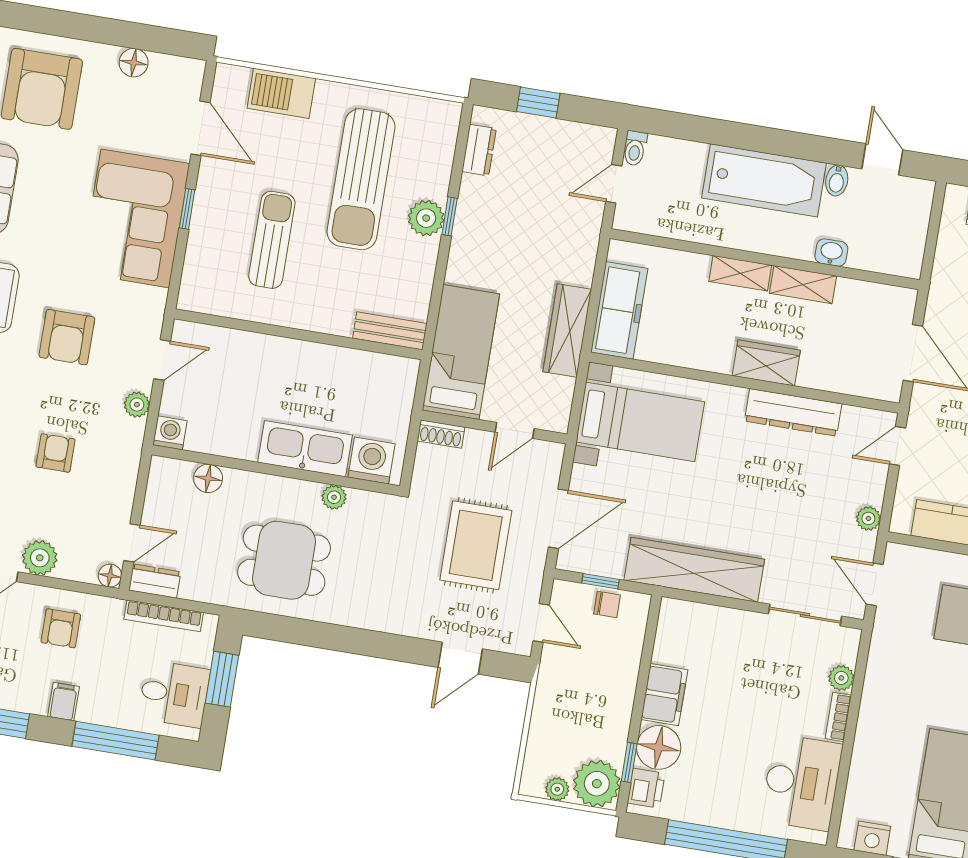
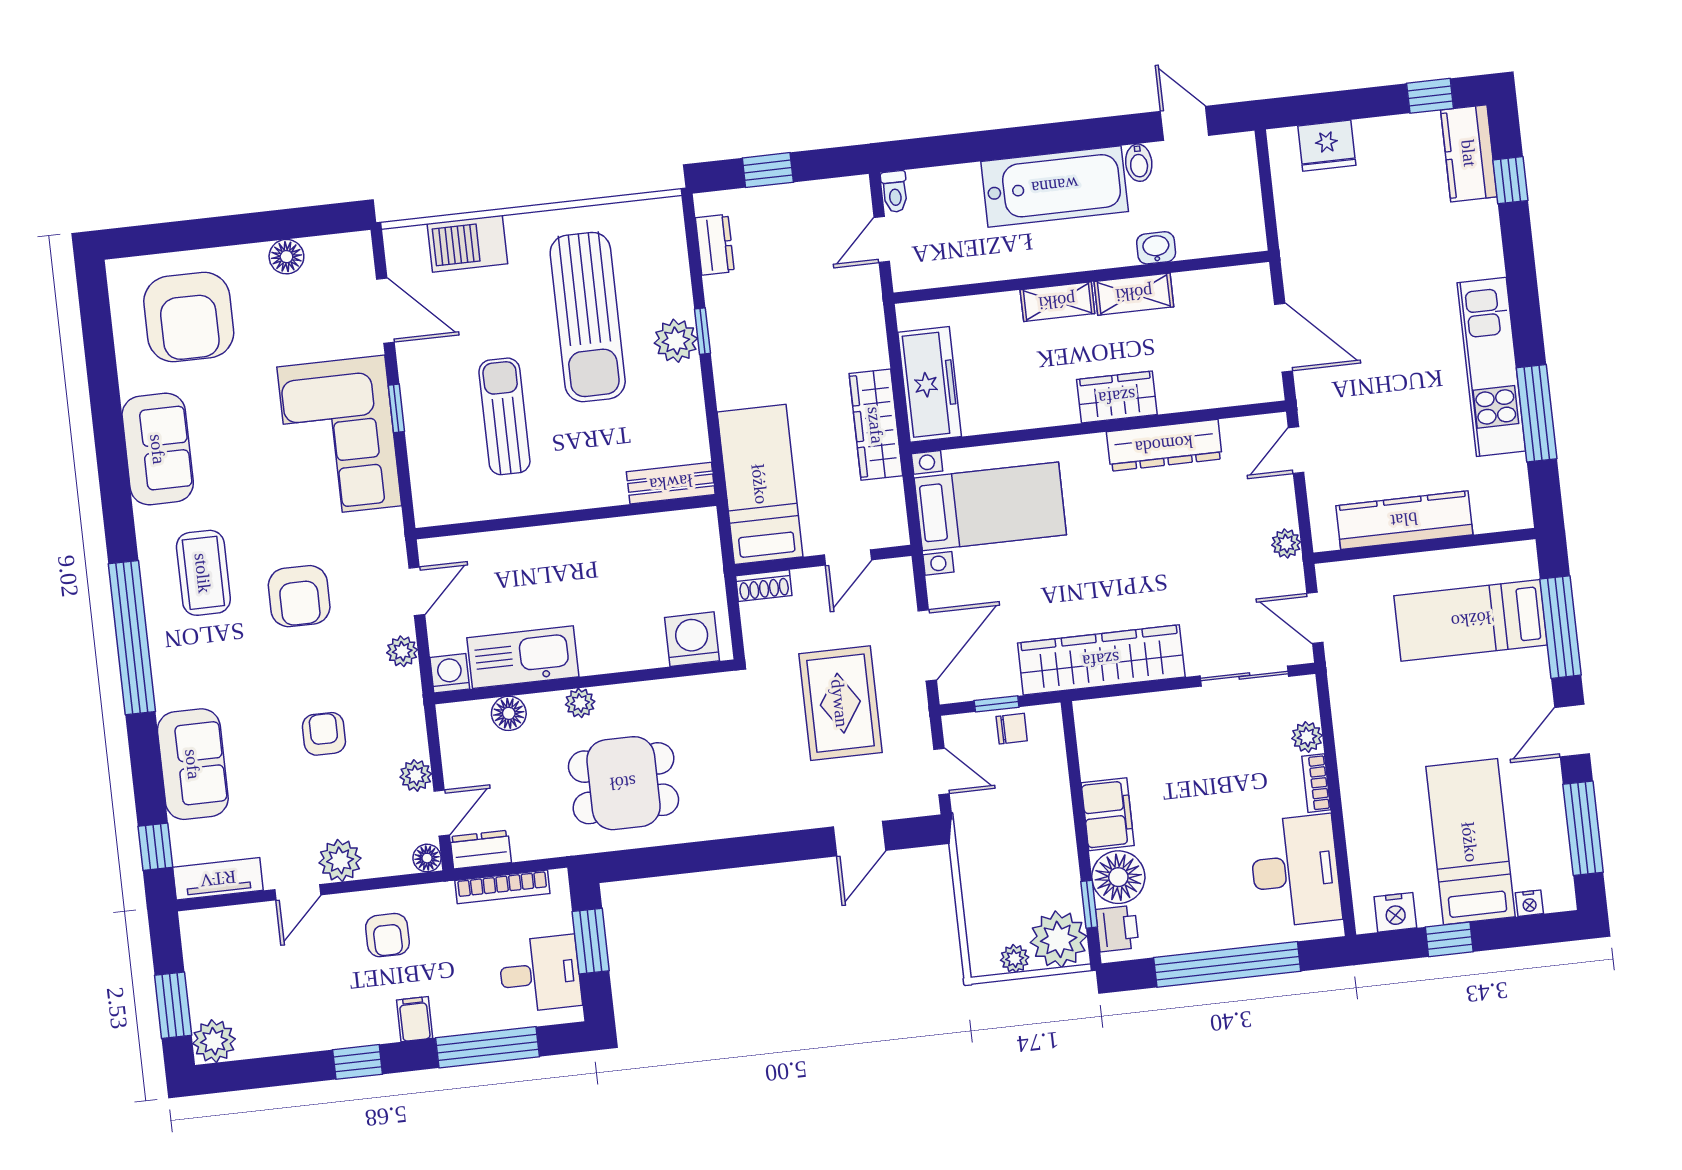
kitchen sink: (305, 449) -> (523, 657), moved
plant: (334, 497) -> (580, 703), moved
plant: (120, 507) -> (416, 775), added

